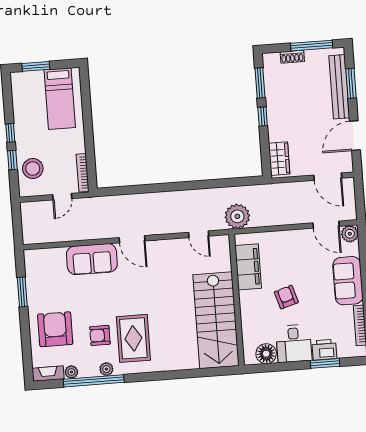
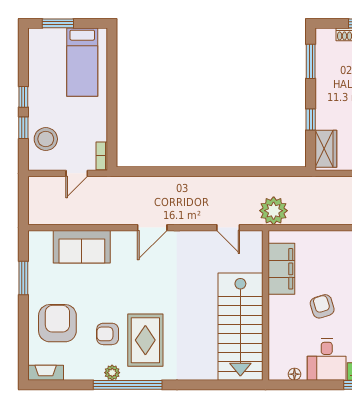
window: (263, 116) -> (311, 119), moved
bookcase: (83, 173) -> (102, 156), width x0.64
door: (132, 239) -> (152, 228), hinge flipped
sofa: (92, 259) -> (82, 247), moved
floor lamp: (266, 354) -> (294, 374), width x0.53, depth x0.53
plant: (71, 372) -> (72, 373), removed
window: (94, 381) -> (128, 385), moved

